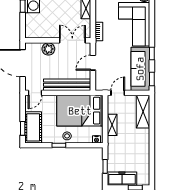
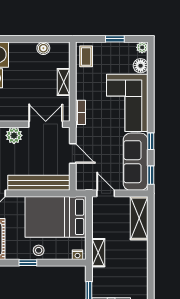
door: (93, 63) -> (73, 154), swing flipped
door: (118, 93) -> (106, 193), hinge flipped
shelving: (112, 125) -> (98, 253), moved

